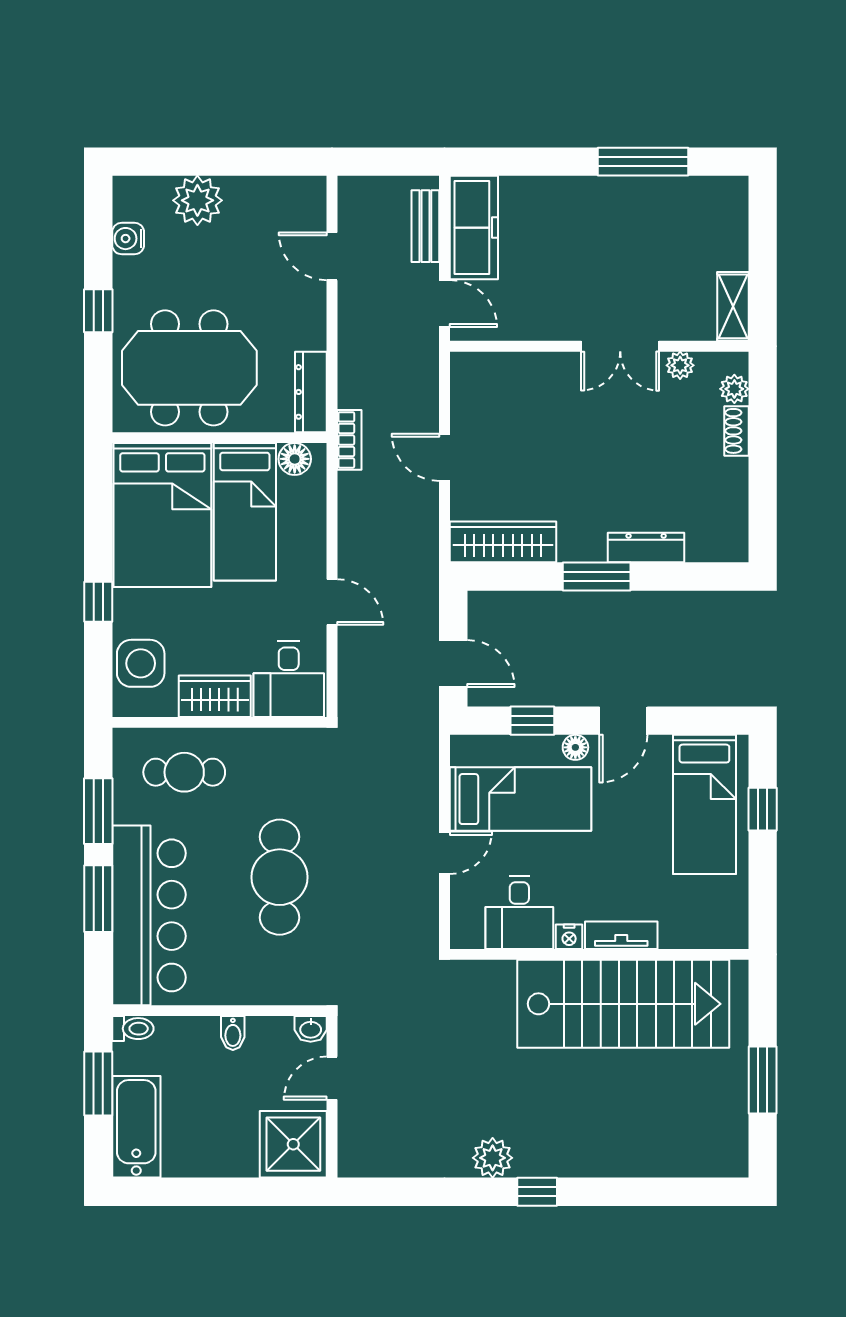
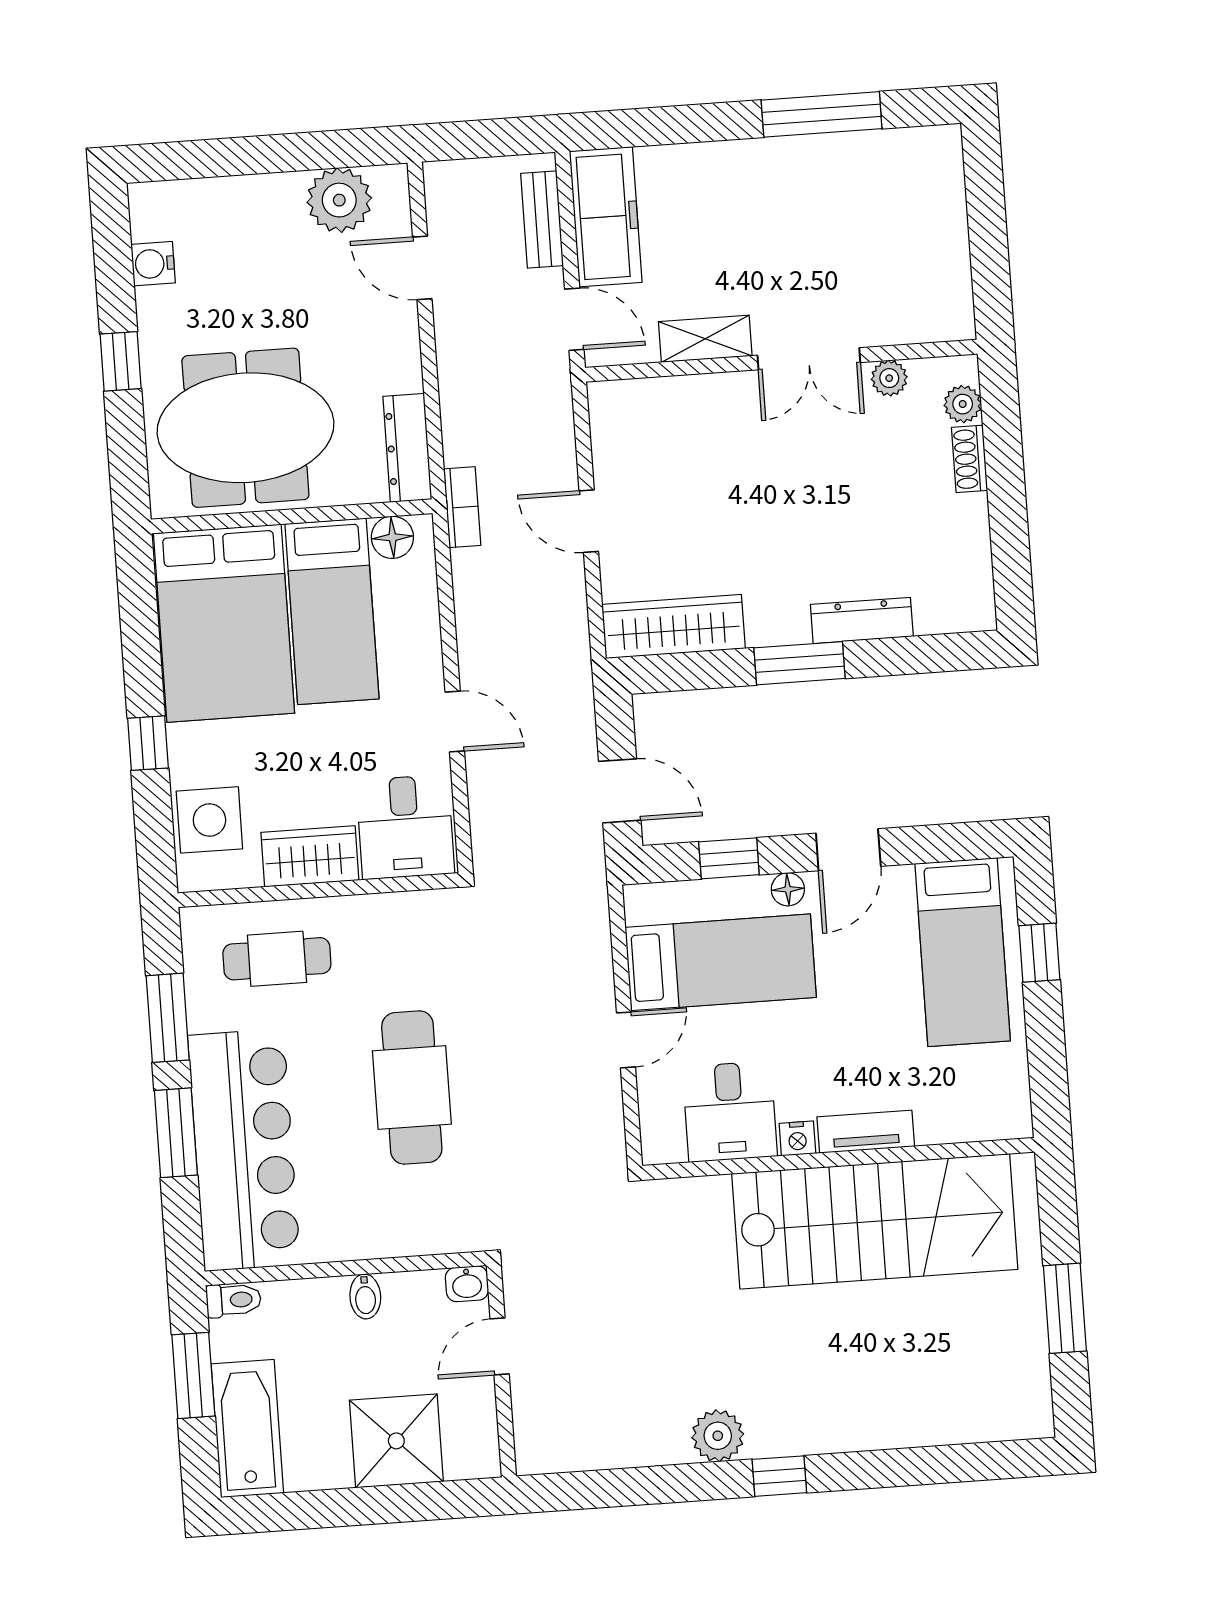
plant: (197, 200) -> (339, 200), moved
shelving: (733, 306) -> (705, 339), moved, turned 90
shower: (293, 1144) -> (396, 1441), moved

